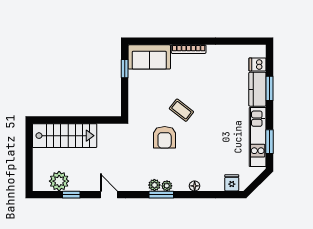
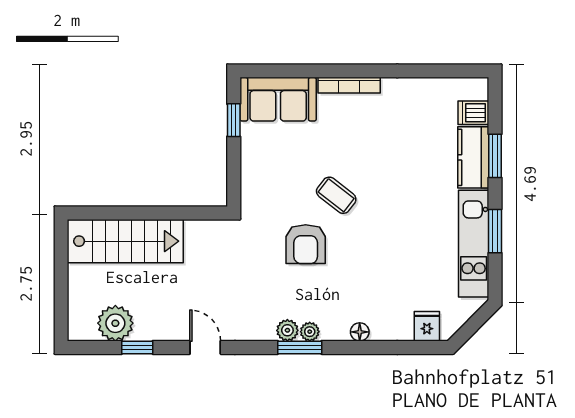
window: (270, 142) -> (495, 231), moved

